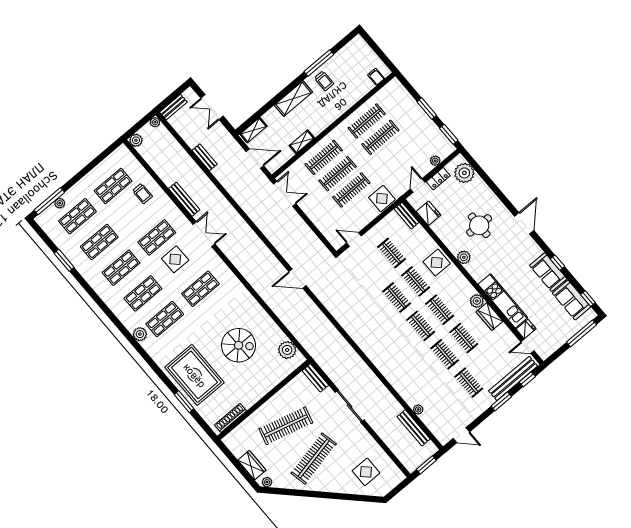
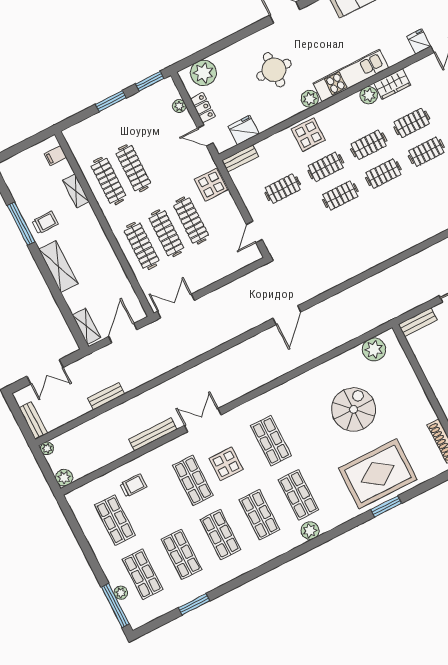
shelving: (302, 142) -> (76, 191), moved
kitchen unit: (503, 301) -> (351, 75), moved
window: (184, 402) -> (386, 506), moved

